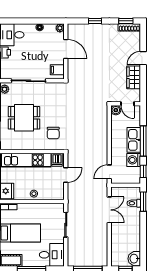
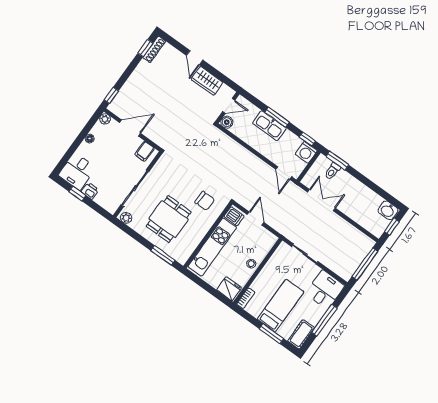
window: (95, 21) -> (111, 95), moved
window: (143, 141) -> (277, 117), width x0.69
washing machine: (134, 160) -> (306, 152), moved

